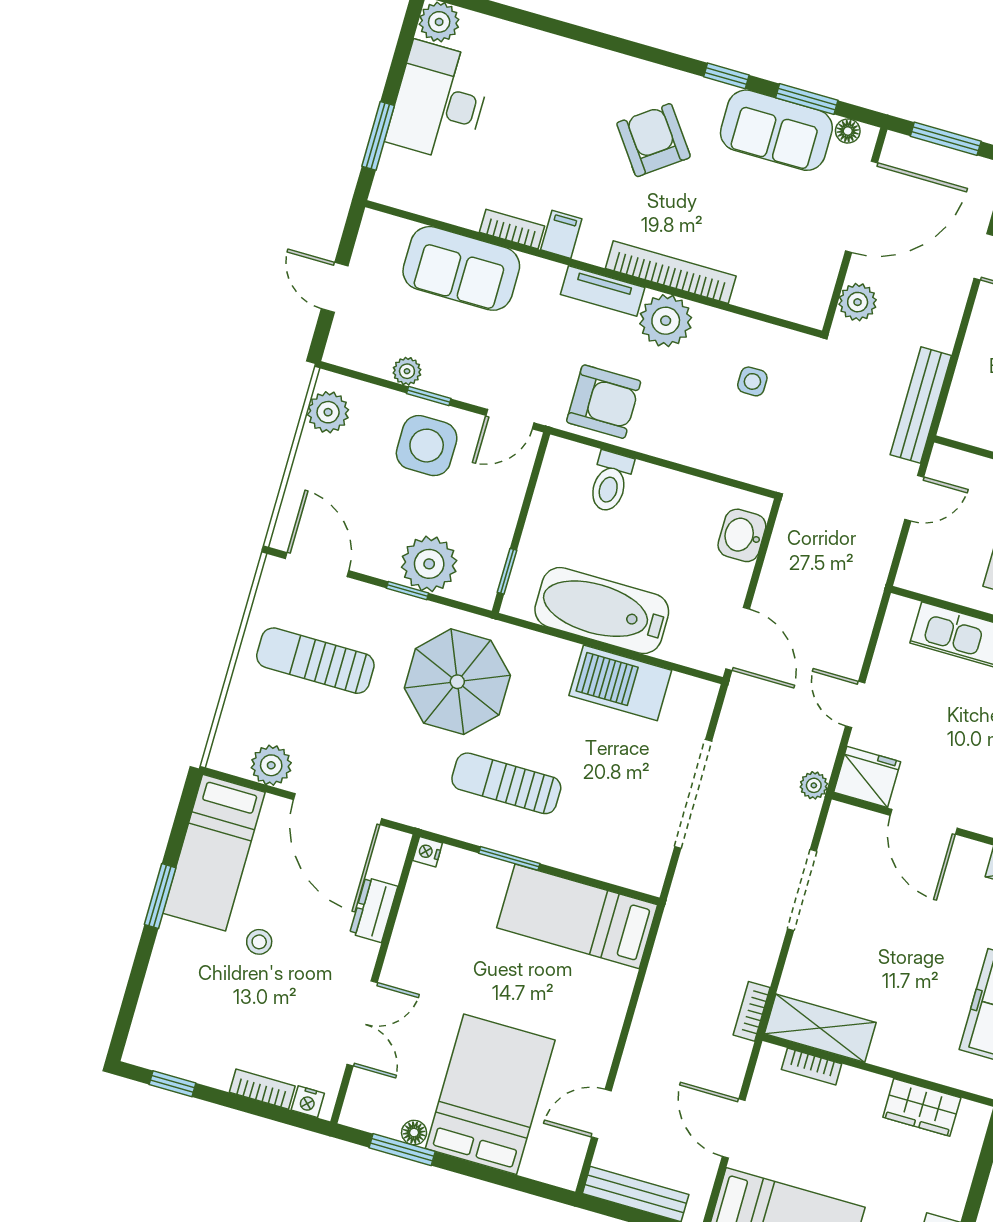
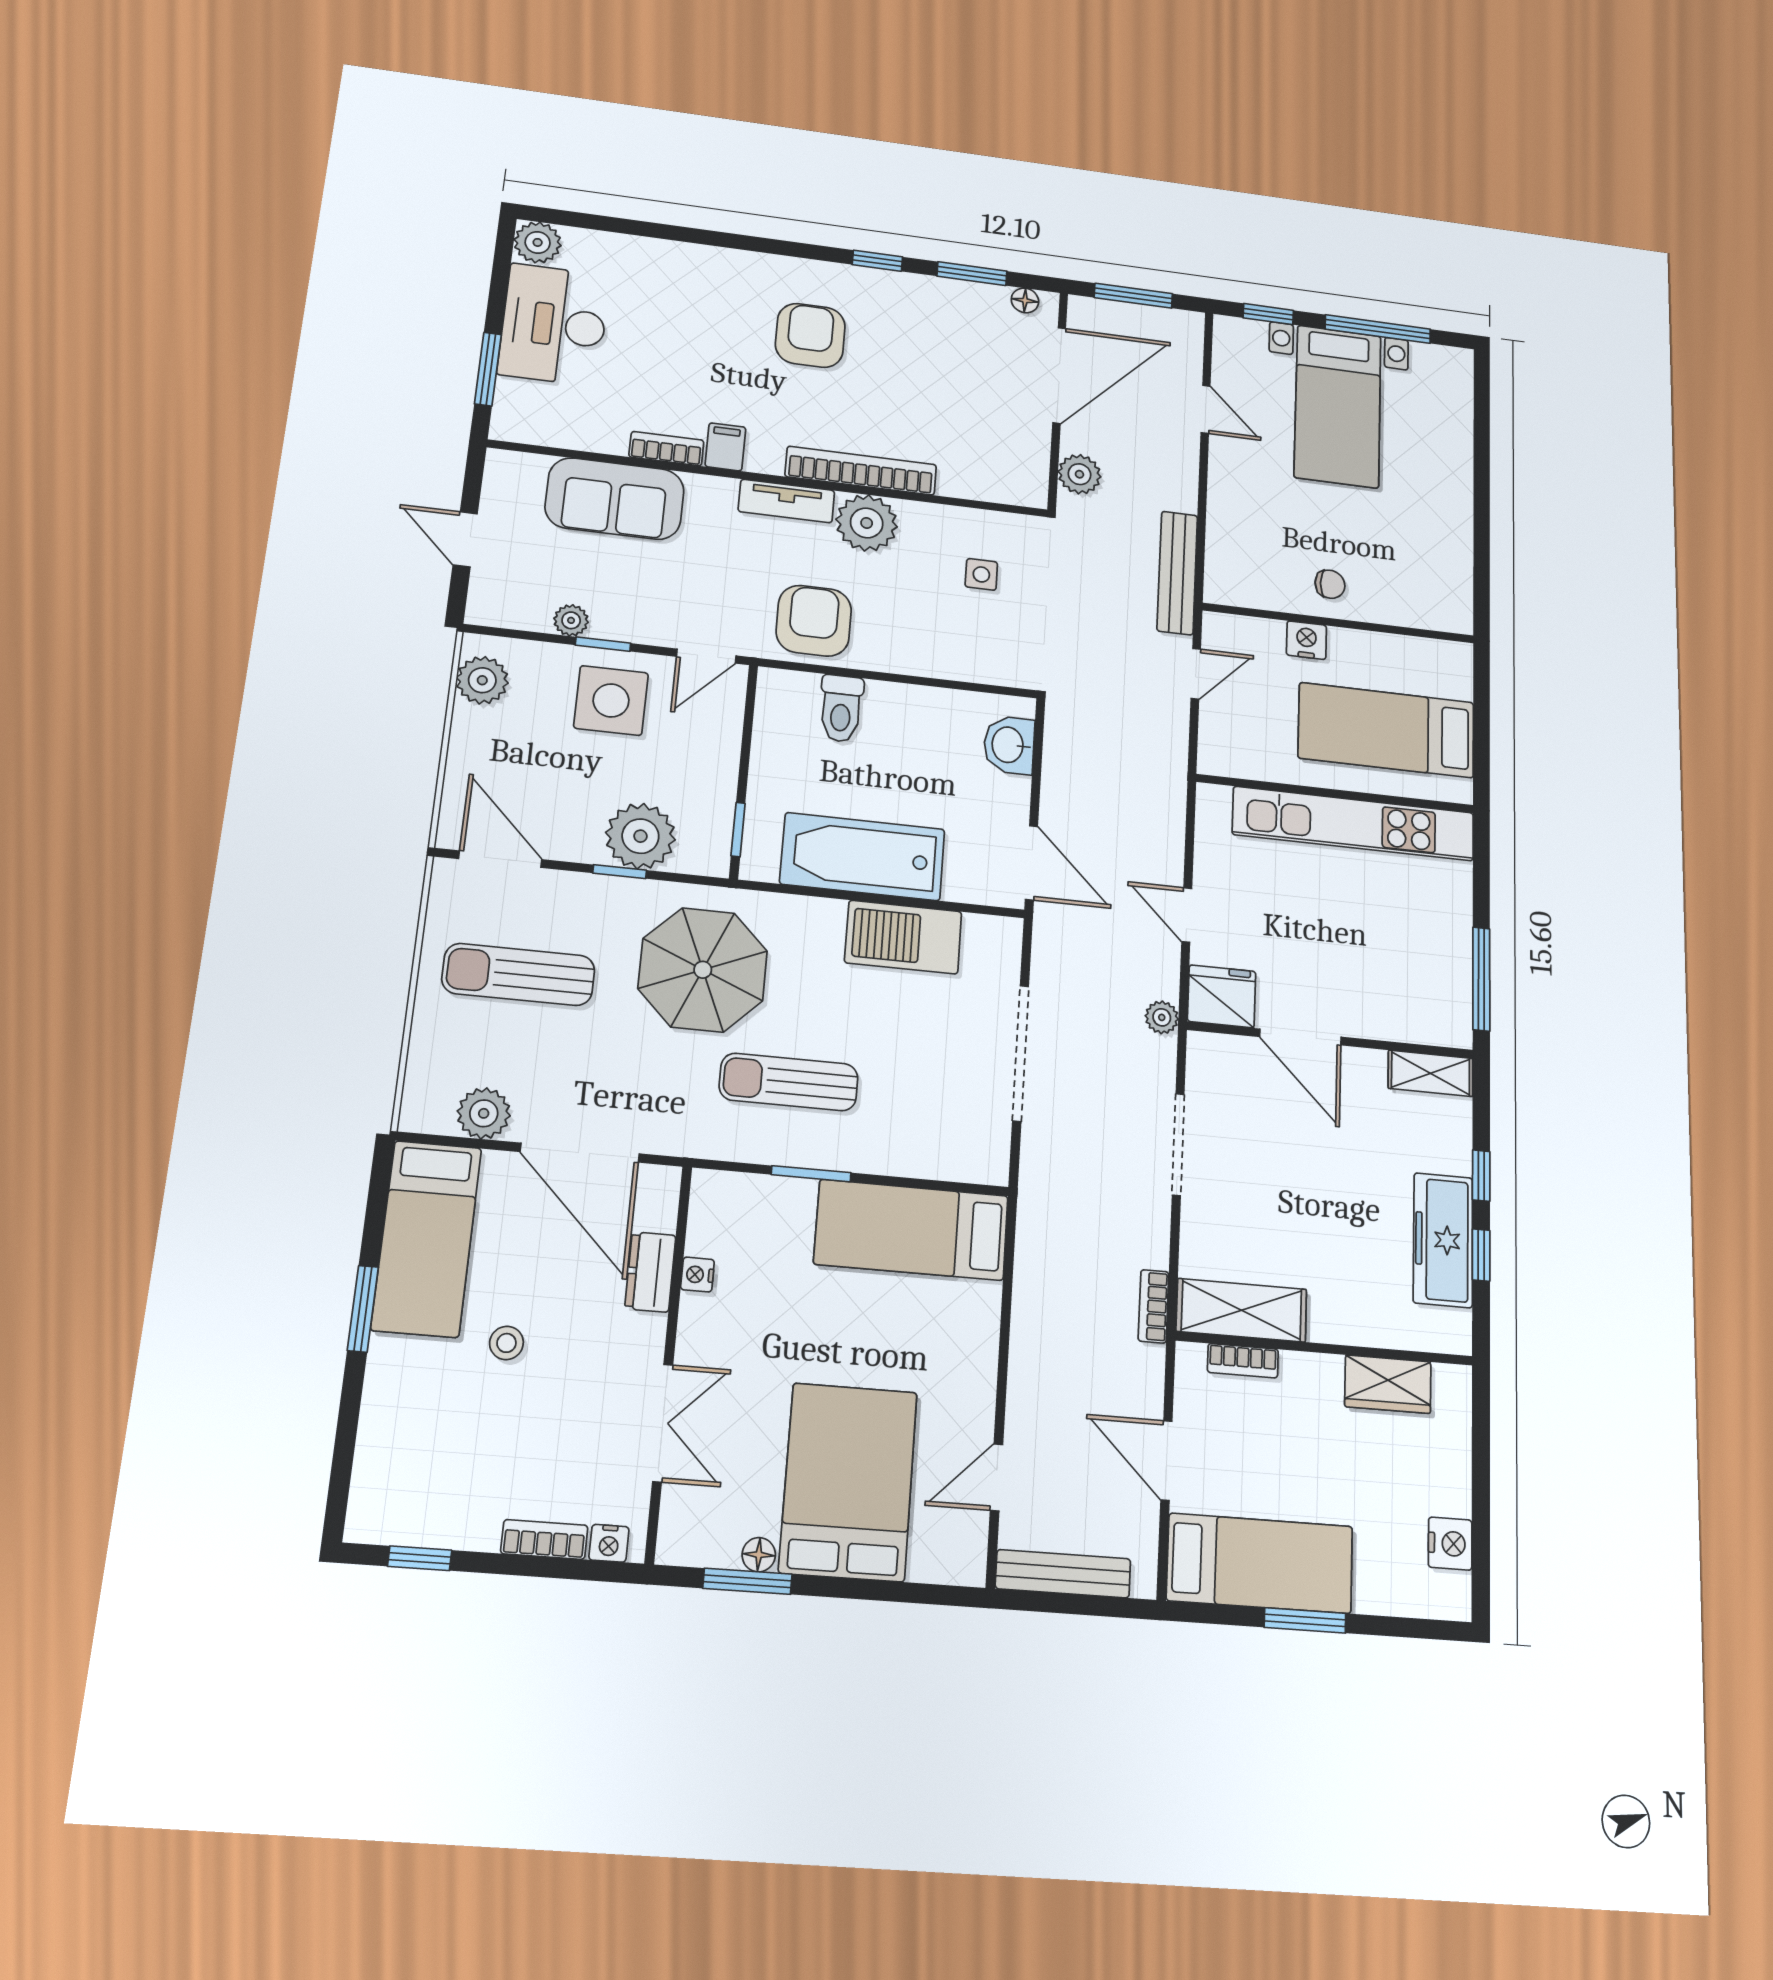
sofa: (776, 130) -> (946, 309), removed
armchair: (654, 140) -> (810, 335), turned 36
armchair: (604, 402) -> (814, 621), turned -90
nightstand: (428, 852) -> (697, 1275), moved

